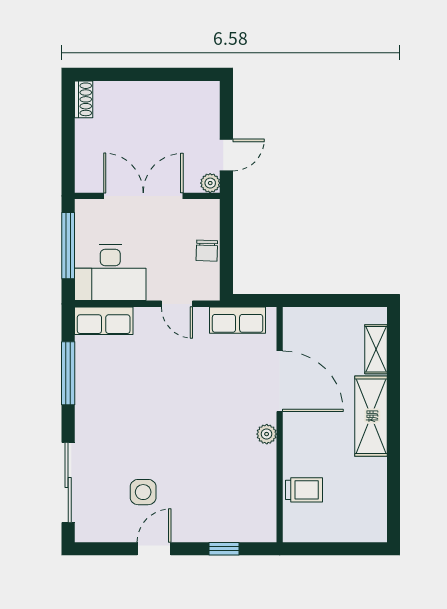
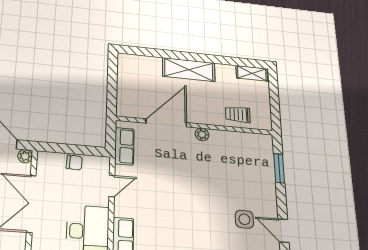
shelving: (376, 349) -> (252, 73), moved
trolley: (304, 490) -> (238, 114), turned -90
door: (154, 549) -> (284, 231), moved
window: (224, 549) -> (279, 168), width x1.50

